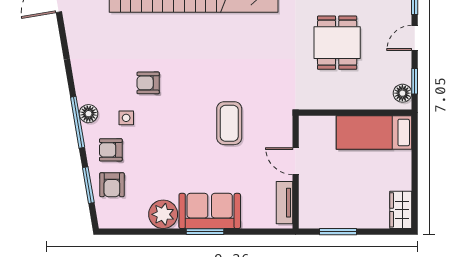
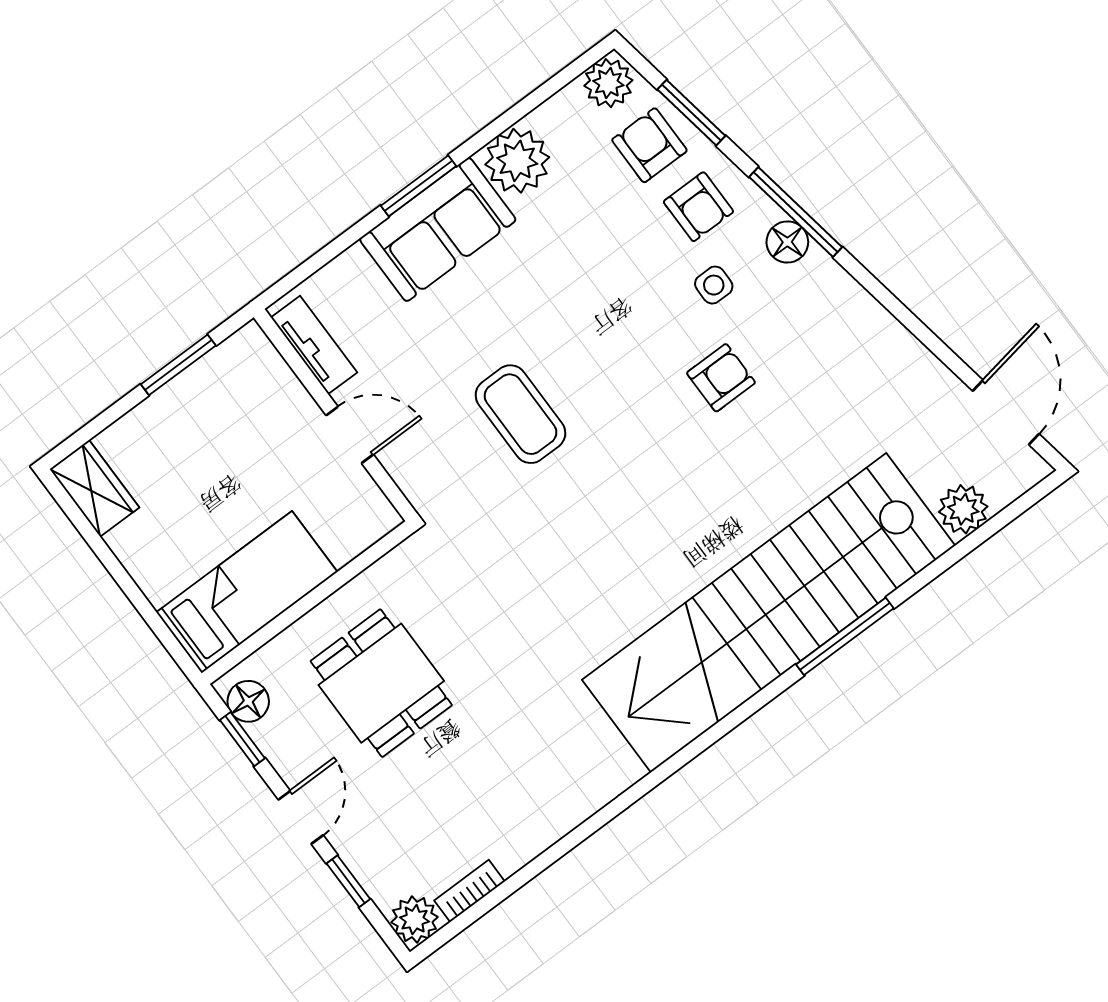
dining table: (337, 43) -> (381, 683), moved
armchair: (111, 150) -> (698, 207), turned 90
plant: (110, 218) -> (608, 83), added

